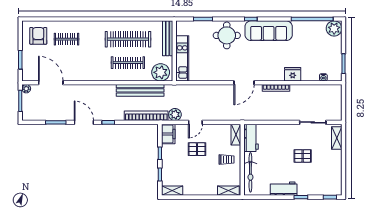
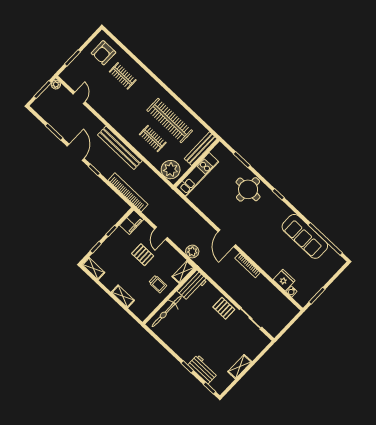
plant: (334, 28) -> (335, 262), removed
sofa: (269, 31) -> (305, 236), moved
armchair: (38, 36) -> (103, 53), turned 180
clothes rail: (128, 63) -> (153, 138), width x0.73
fridge: (293, 74) -> (284, 280), moved
door: (51, 83) -> (79, 98), width x0.53
door: (244, 83) -> (227, 238), hinge flipped
bench: (140, 90) -> (120, 148), moved
plant: (175, 115) -> (192, 251), moved
door: (195, 122) -> (161, 233), hinge flipped
shelving: (337, 138) -> (240, 367), moved
pallet: (303, 156) -> (224, 308), moved
workbench: (284, 189) -> (203, 369), moved
shelving: (228, 191) -> (123, 296), moved

